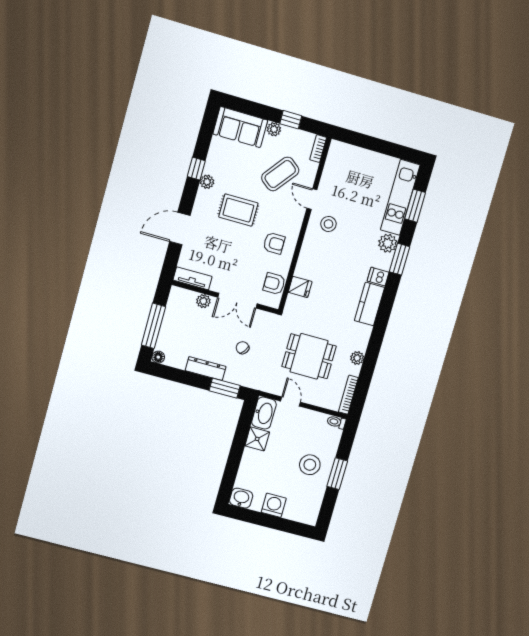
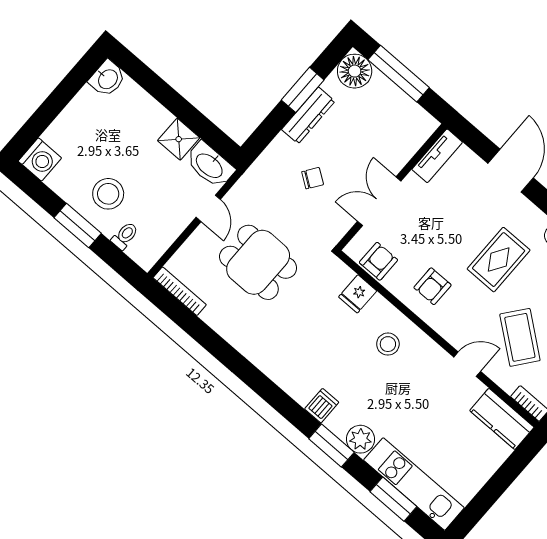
stool: (328, 224) -> (388, 344), moved
plant: (203, 301) -> (400, 156), removed
kitchen counter: (369, 304) -> (502, 419), moved, turned 180
dining table: (309, 356) -> (258, 262), turned 90
floor lamp: (158, 357) -> (355, 71), width x1.89, depth x1.89
plant: (357, 358) -> (225, 326), removed
window: (225, 388) -> (303, 90), moved
door: (291, 402) -> (208, 208), hinge flipped
toilet: (336, 422) -> (125, 236), moved
washing machine: (274, 505) -> (40, 159), moved

